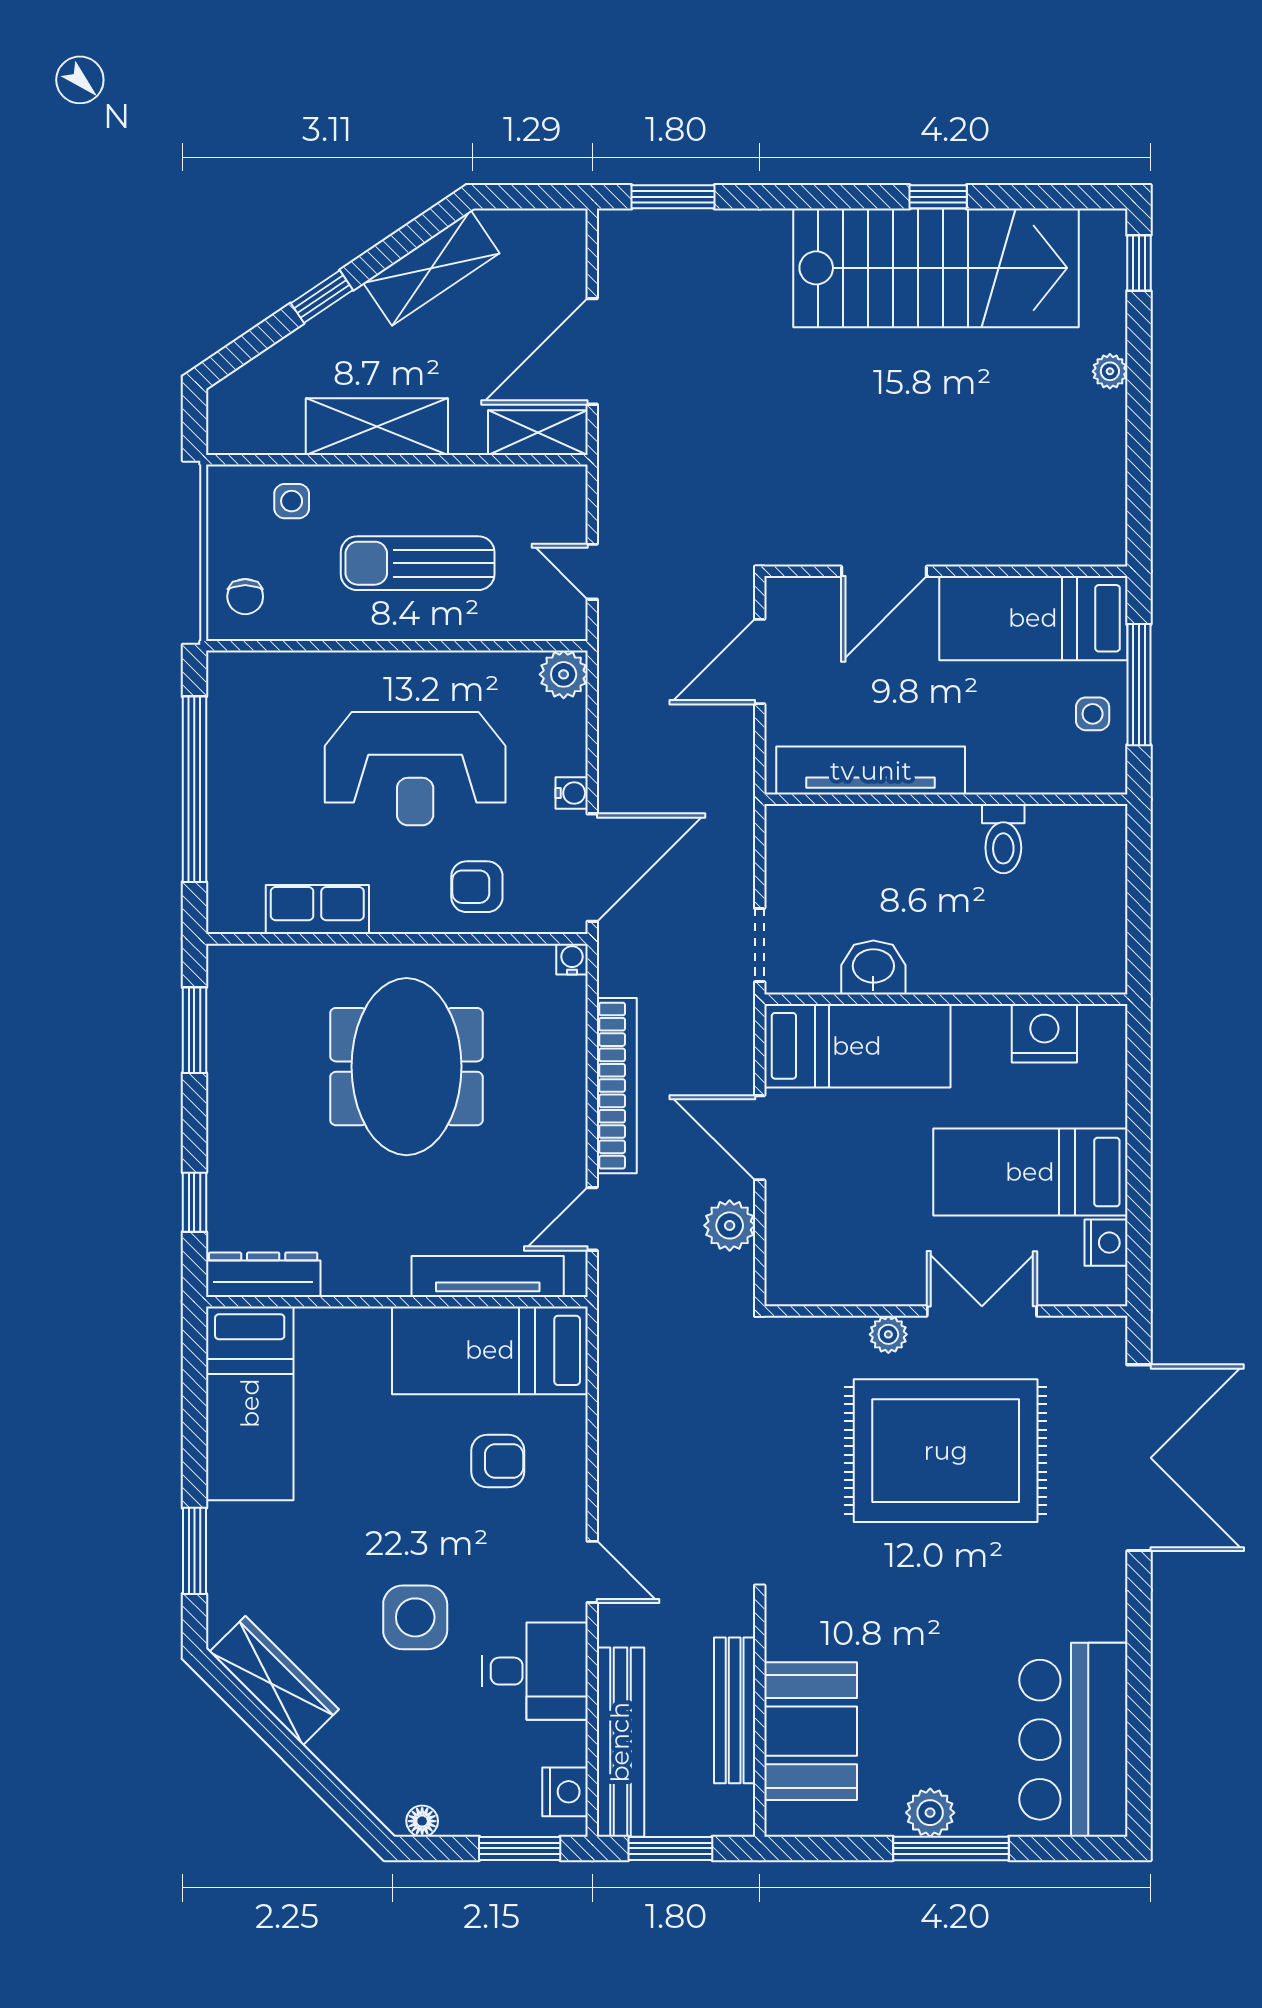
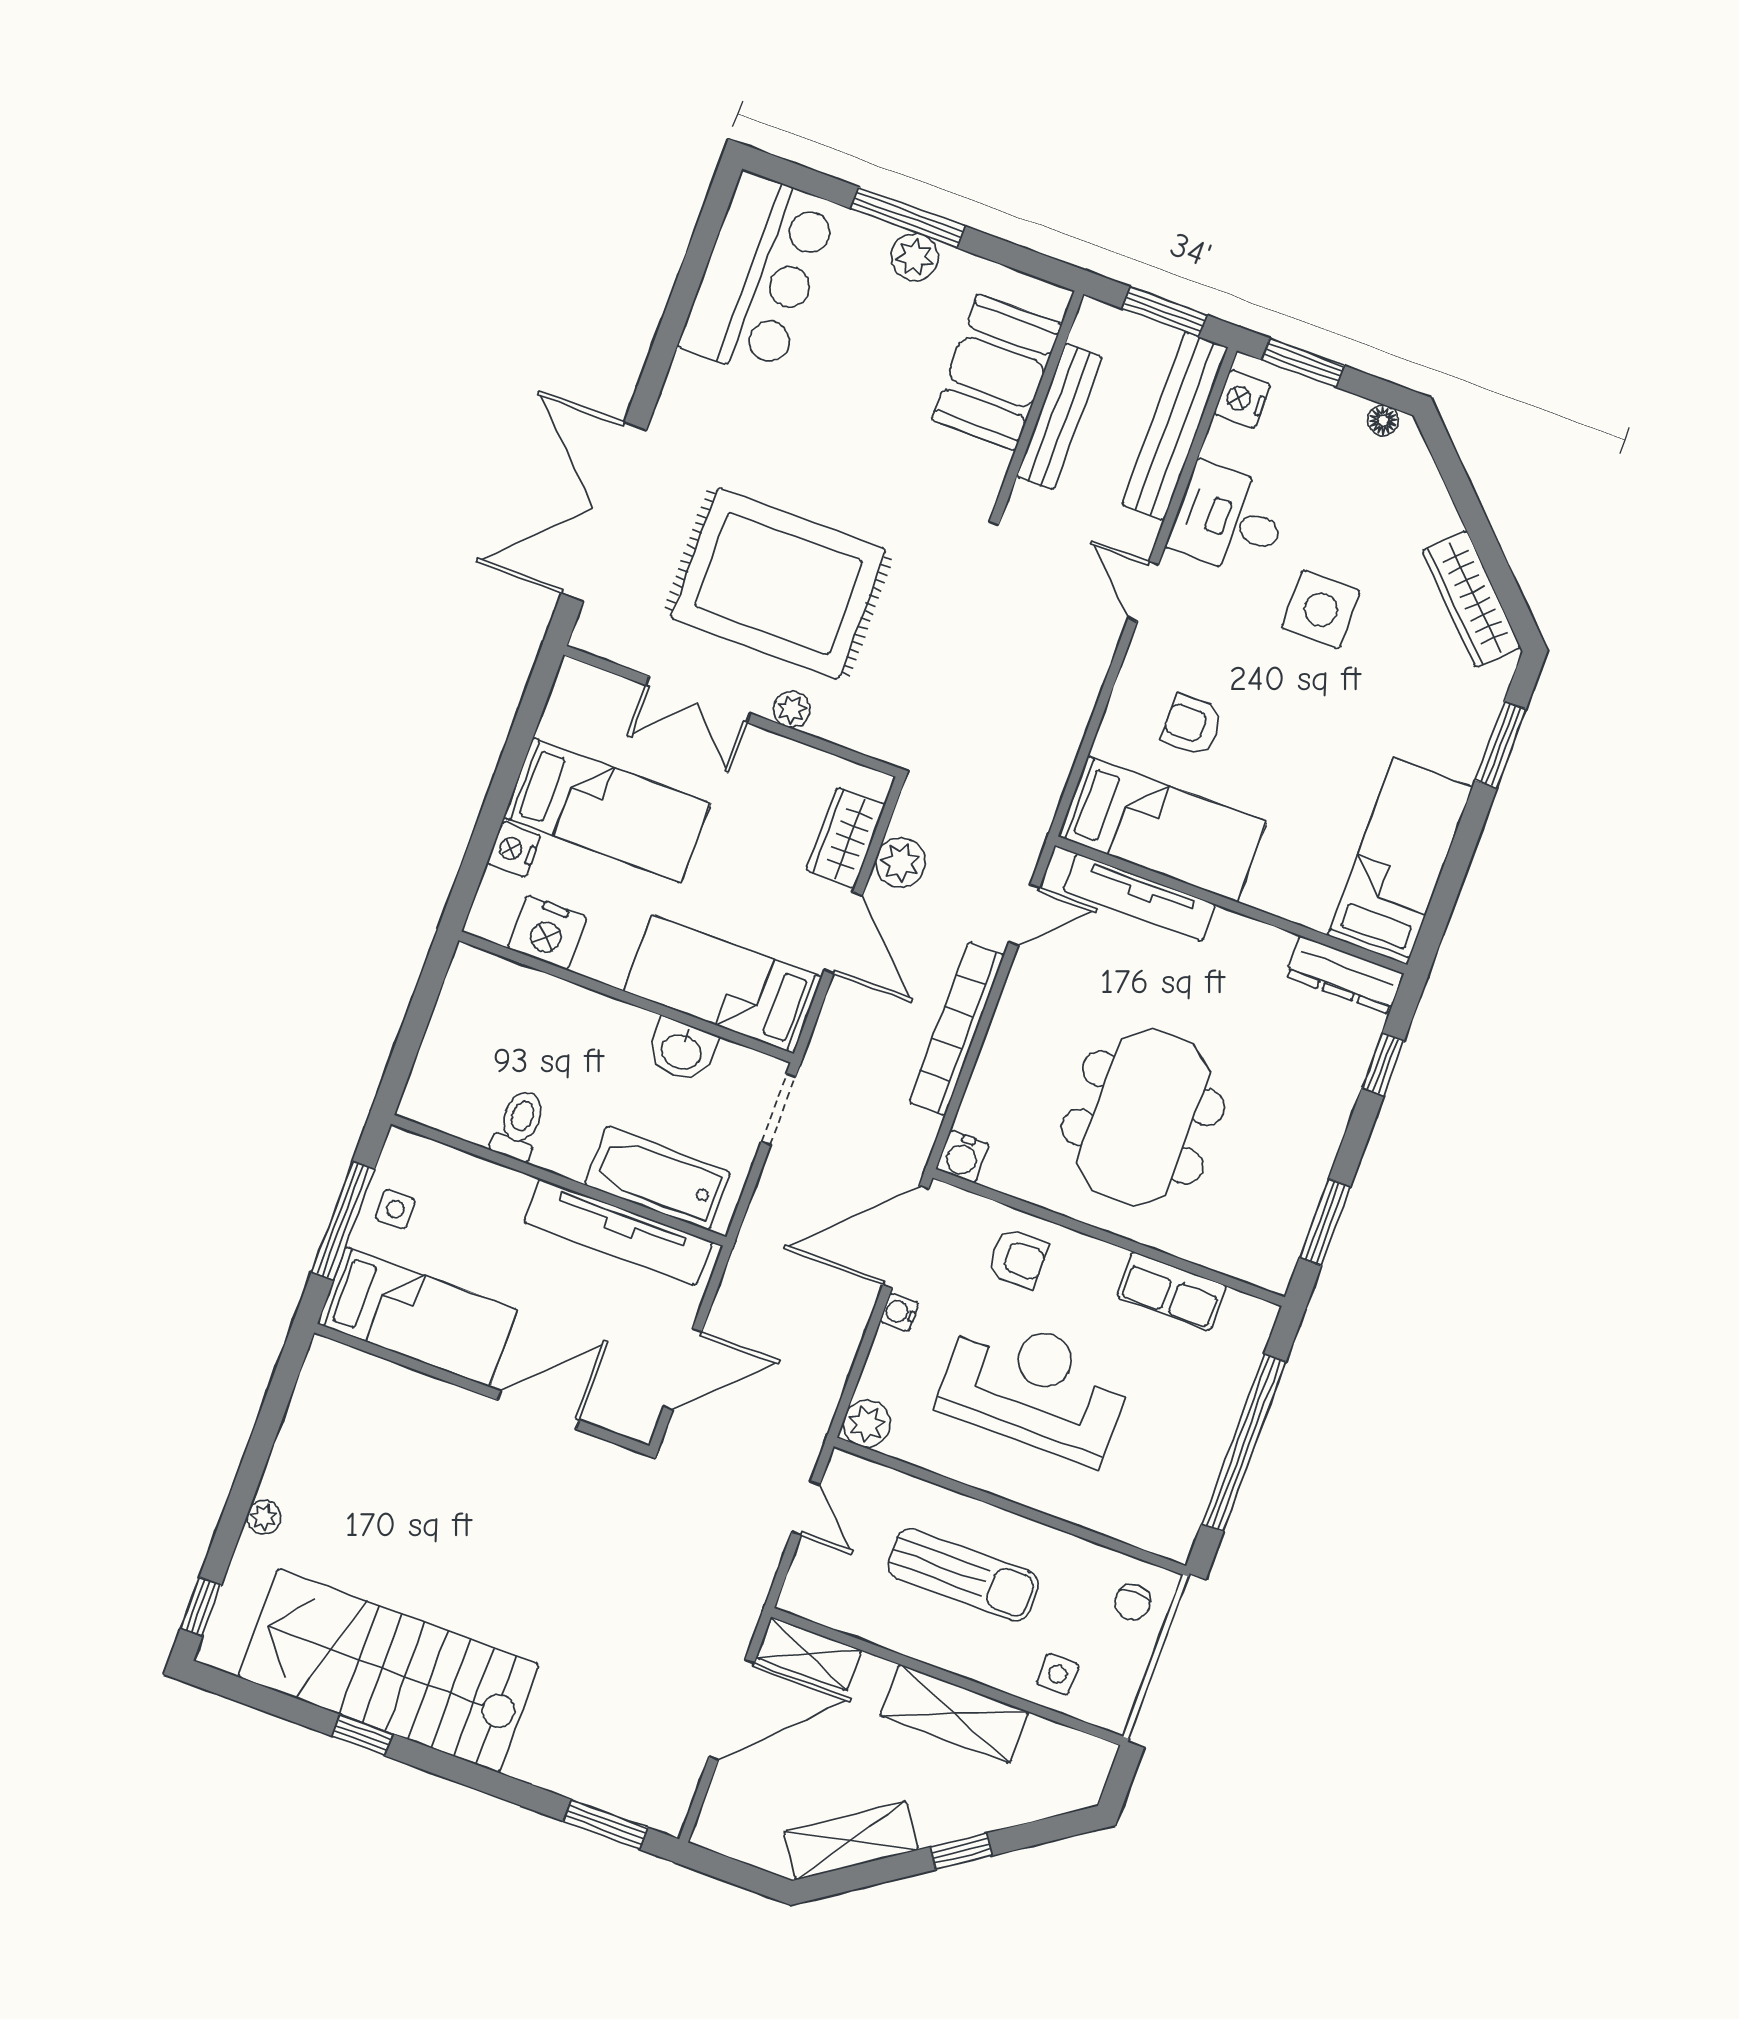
chair: (245, 597) -> (1132, 1602), turned 180
bathtub: (852, 836) -> (657, 1178), added
water cooler: (572, 959) -> (963, 1156), width x1.38, depth x1.38
wardrobe: (791, 1230) -> (846, 838), added
nightstand: (1106, 1243) -> (514, 849), moved

